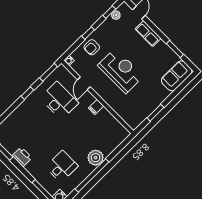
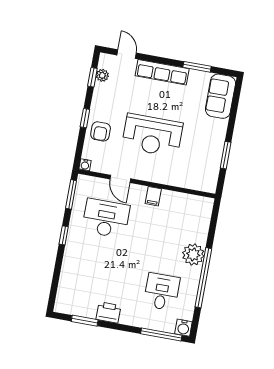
row of seats: (148, 34) -> (162, 72), width x1.48
reception desk: (121, 71) -> (152, 135), turned 180

